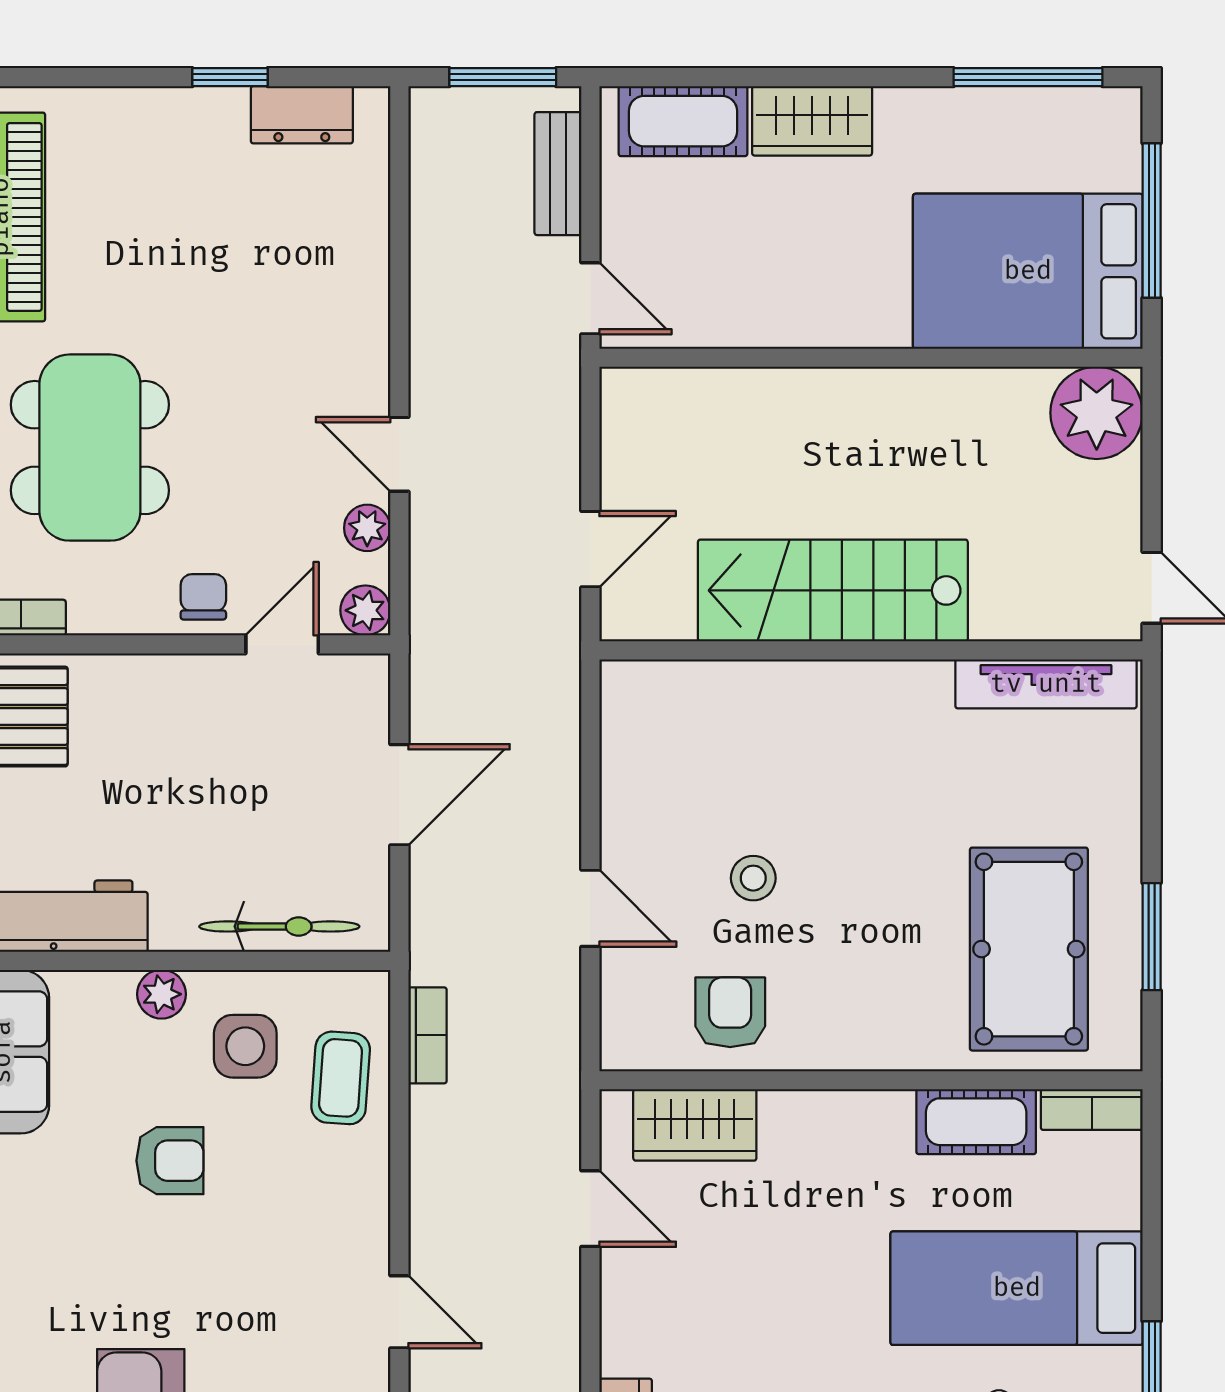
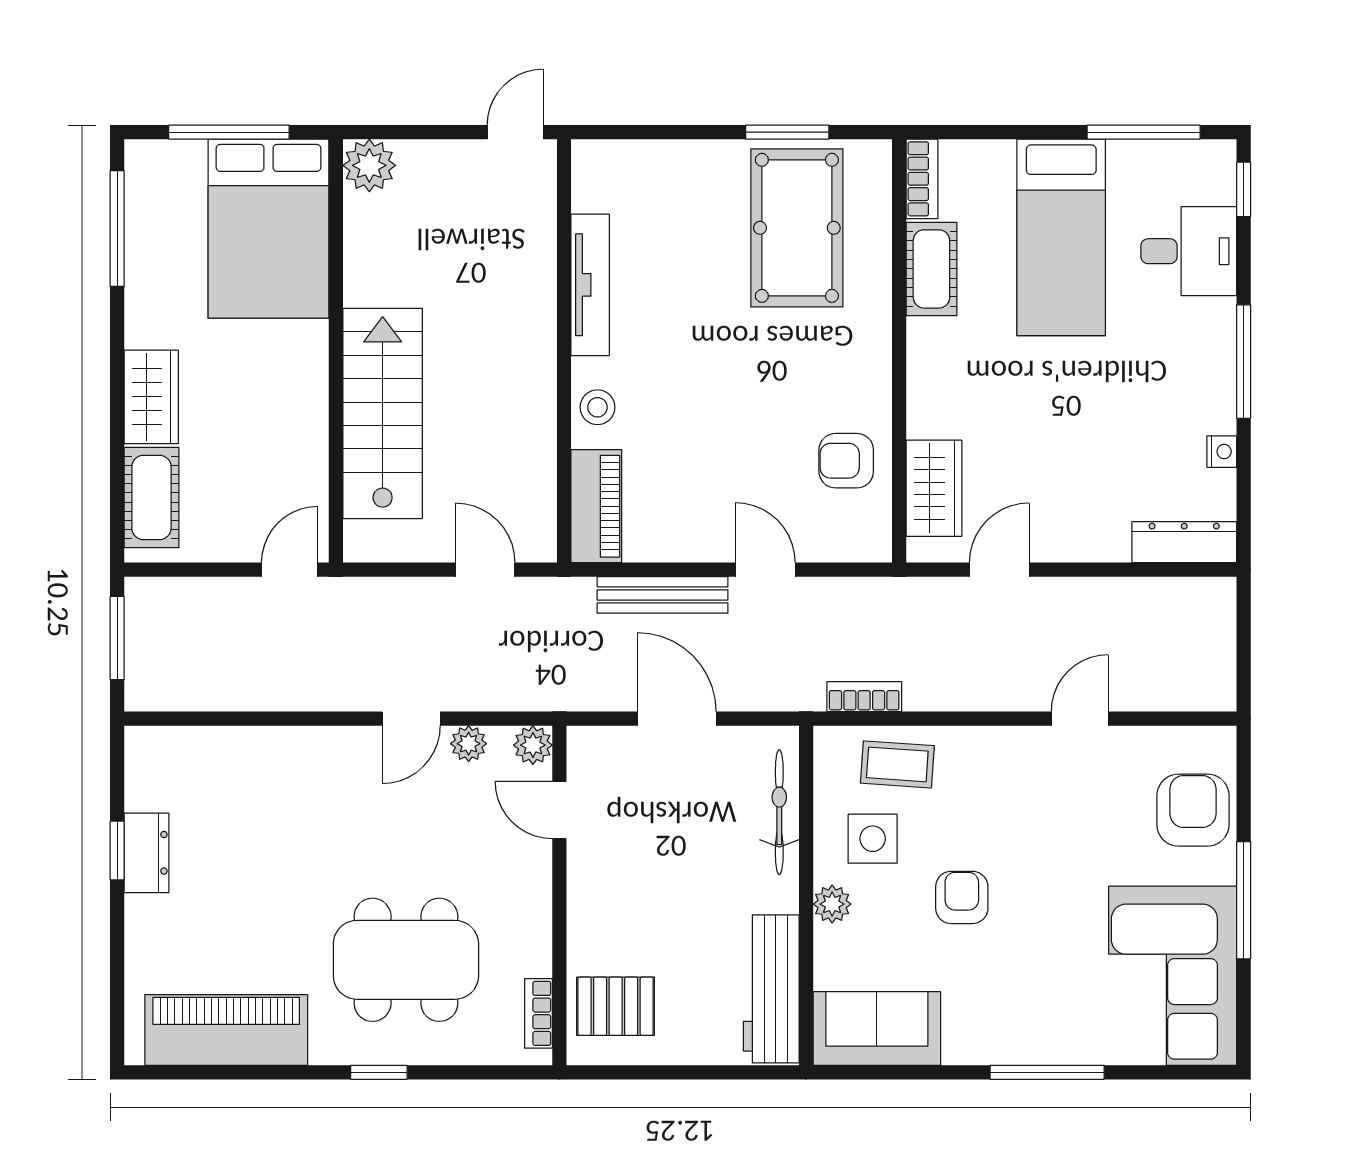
dresser: (302, 115) -> (146, 853), moved
bench: (558, 174) -> (663, 595), moved, width x1.36
plant: (1097, 413) -> (369, 165), width x0.73, depth x0.73
stairs: (833, 590) -> (383, 413), moved, turned 180
chair: (203, 597) -> (522, 871), removed
tv unit: (1046, 684) -> (590, 285), moved
piano: (672, 692) -> (596, 506), added
stool: (753, 878) -> (597, 407), moved
door: (590, 908) -> (765, 570), hinge flipped
pool table: (1029, 949) -> (797, 228), turned 90

